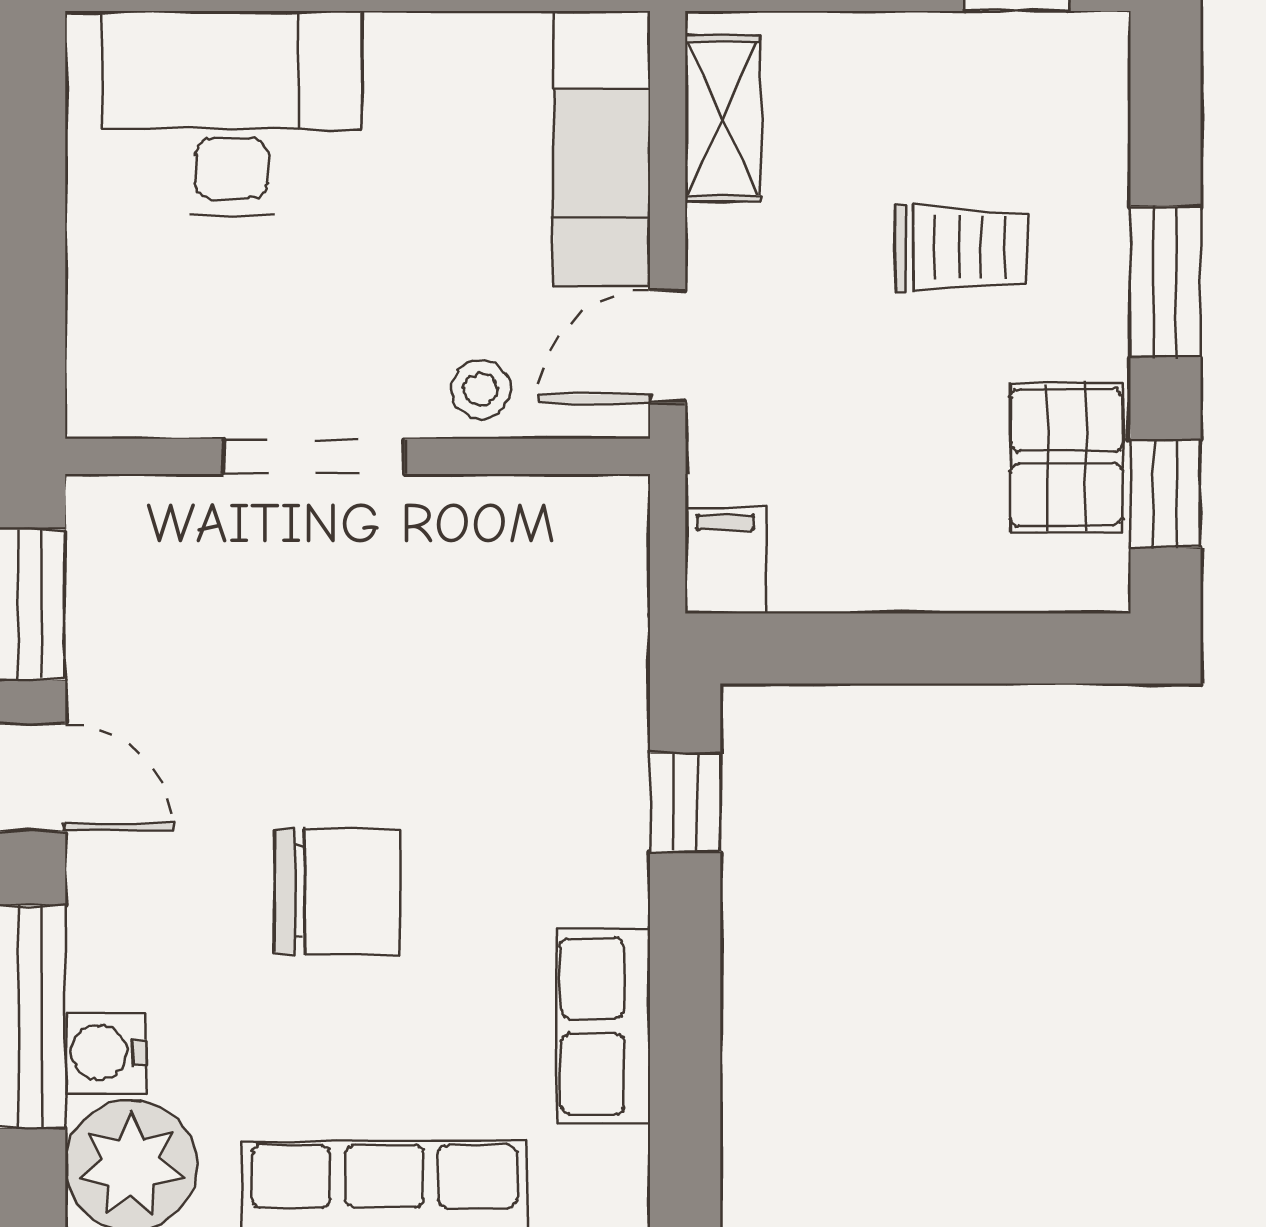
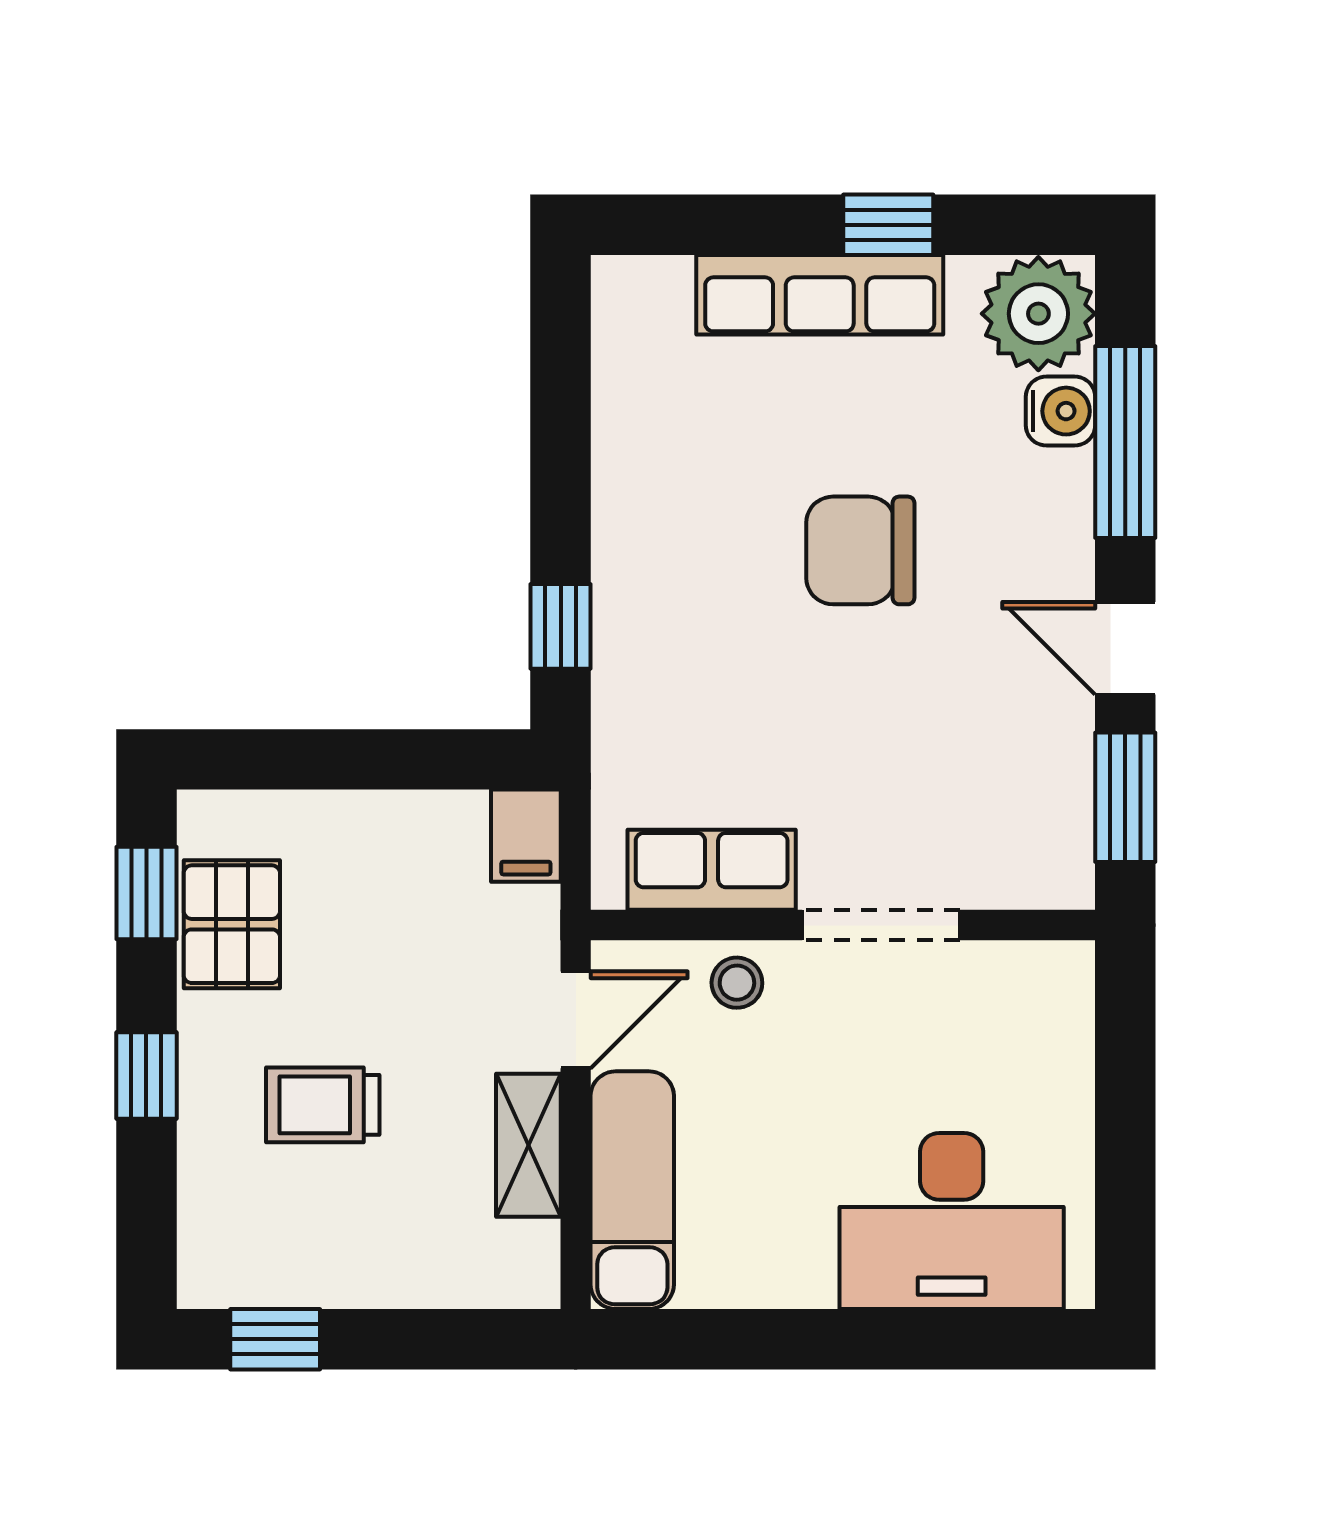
shelving: (722, 119) -> (528, 1145), moved
window: (1165, 282) -> (146, 1076), width x0.67
row of seats: (604, 1026) -> (712, 870), moved, turned -90

